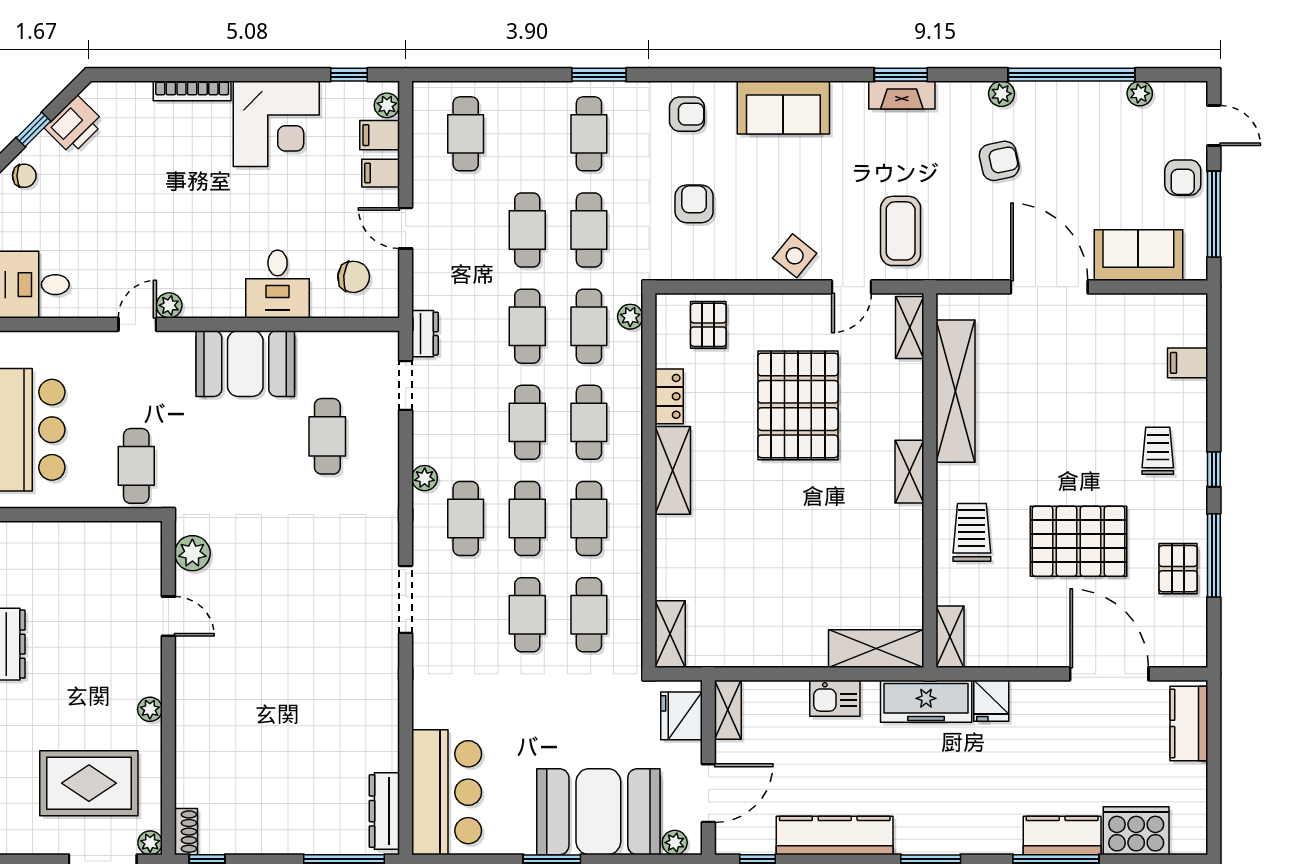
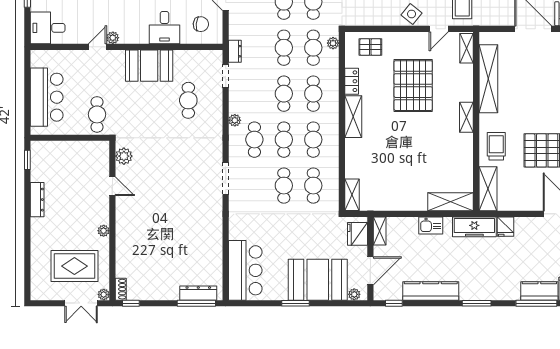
pallet: (708, 325) -> (370, 47), turned 90
shelving: (950, 637) -> (488, 189), width x1.50, depth x1.33
dresser: (384, 811) -> (198, 293), moved, turned 90

